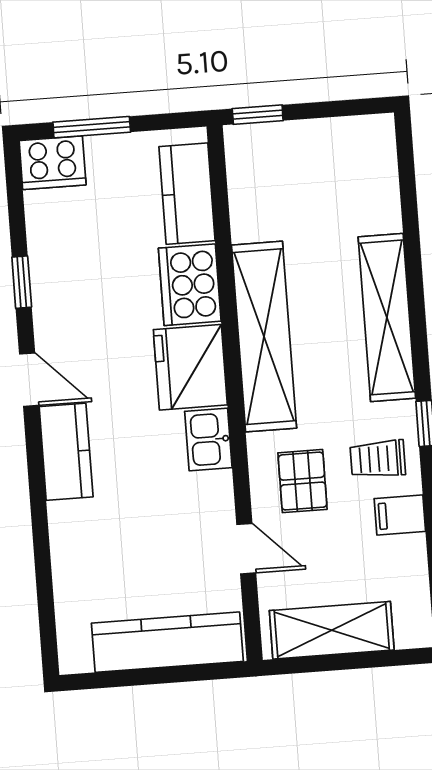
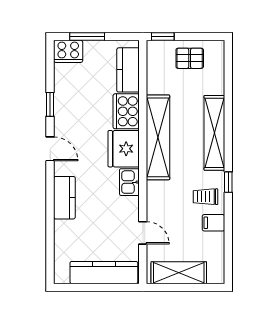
kitchen counter: (66, 452) -> (64, 198), moved
pallet: (302, 481) -> (190, 58), moved, turned 90

